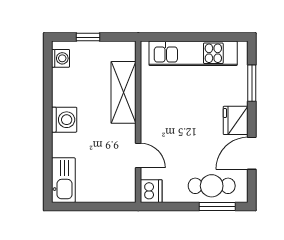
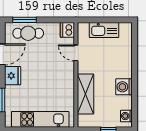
washing machine: (64, 120) -> (124, 87), moved
kitchen sink: (63, 180) -> (104, 30), moved, turned -90

